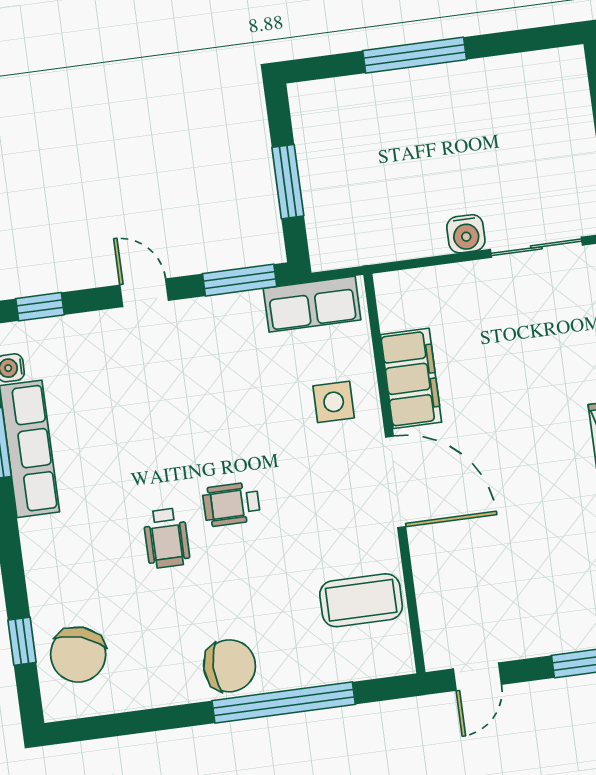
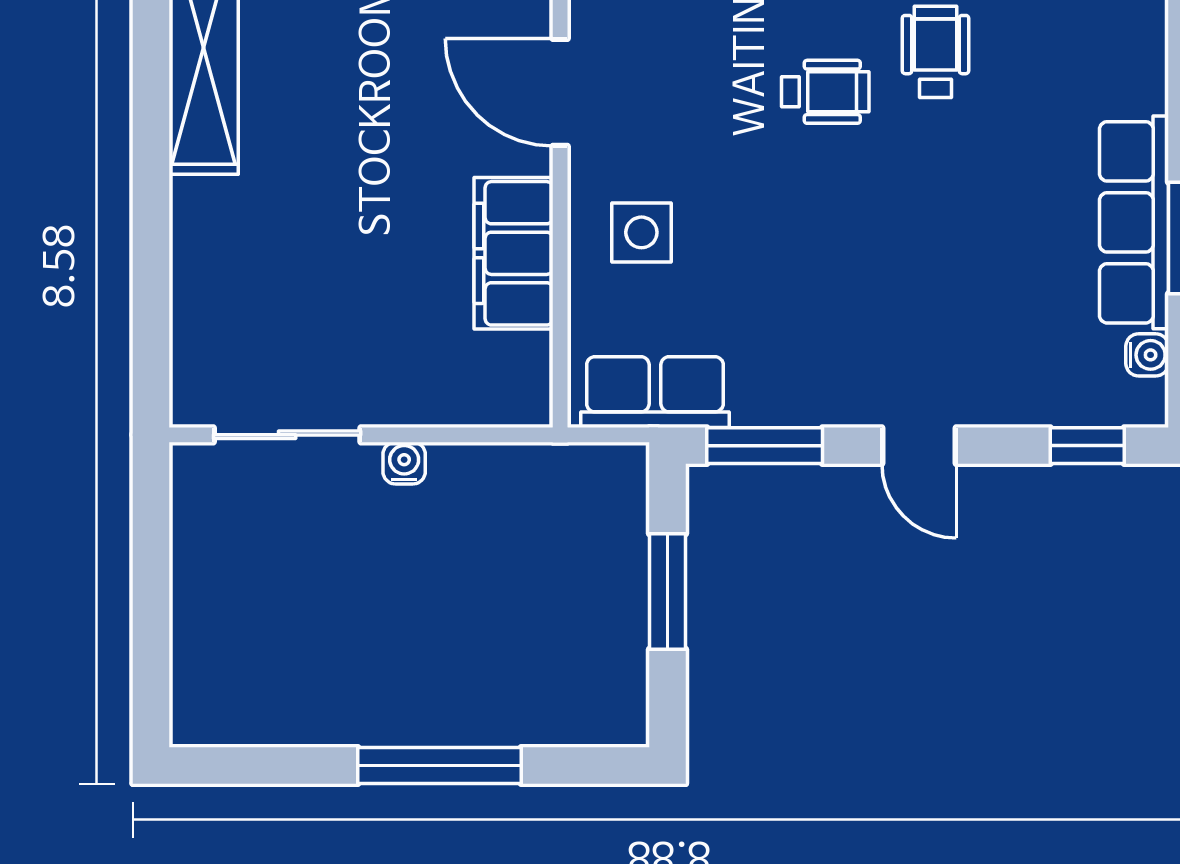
water cooler: (466, 234) -> (404, 463), width x0.72, depth x0.72
door: (396, 482) -> (560, 92), width x0.73

